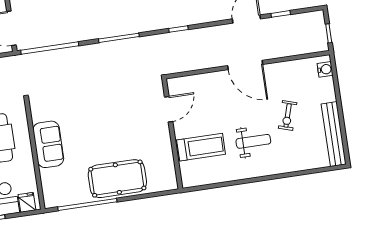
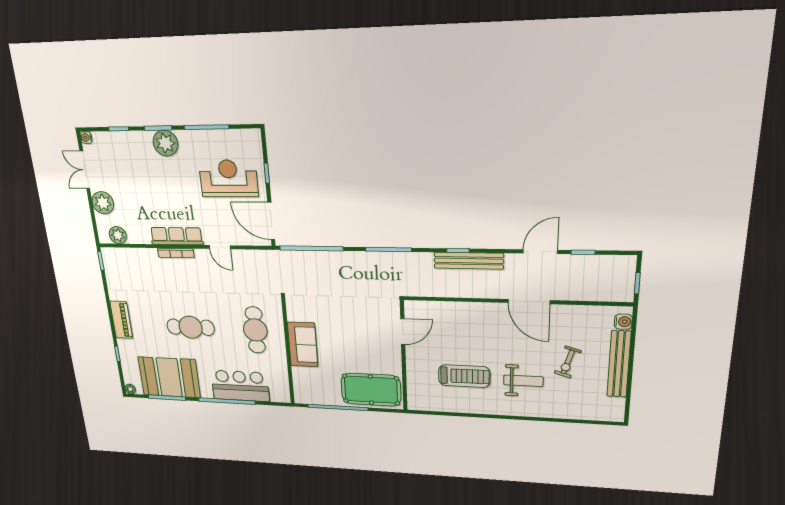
bench: (189, 37) -> (469, 261), added
door: (169, 109) -> (403, 332), moved
wall: (172, 134) -> (404, 356), moved
bench: (334, 134) -> (619, 364), moved
fridge: (27, 202) -> (278, 394), removed

